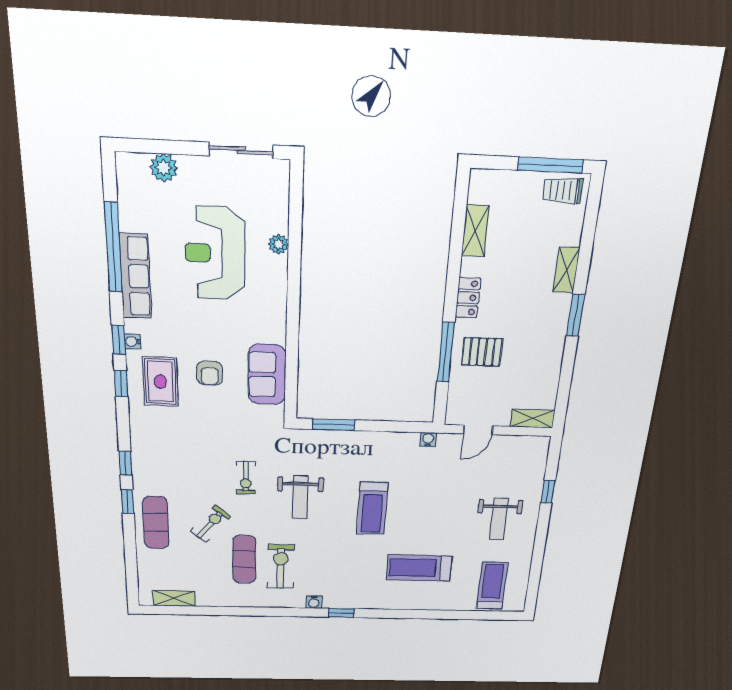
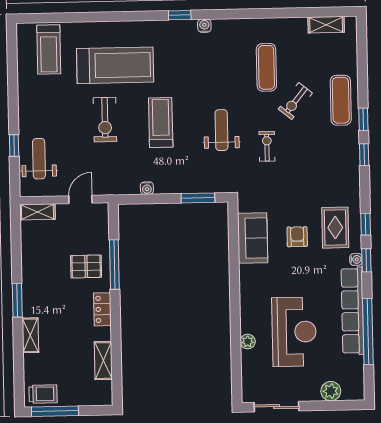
row of seats: (135, 276) -> (352, 311), width x1.36
water cooler: (428, 439) -> (147, 188), moved
weight bench: (499, 519) -> (39, 159), moved
exercise bike: (281, 567) -> (105, 120), moved
treadmill: (419, 568) -> (115, 65), width x1.37, depth x1.38

